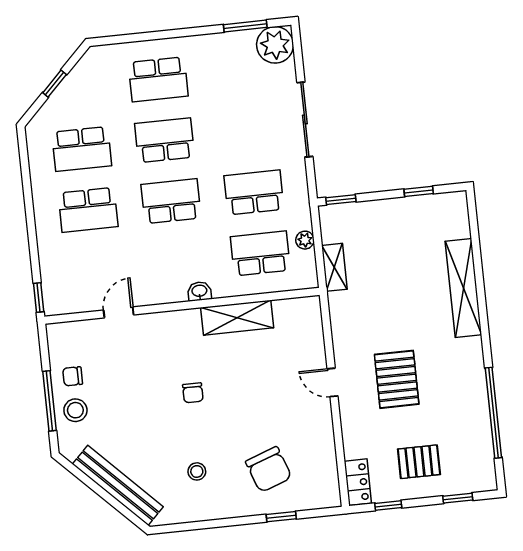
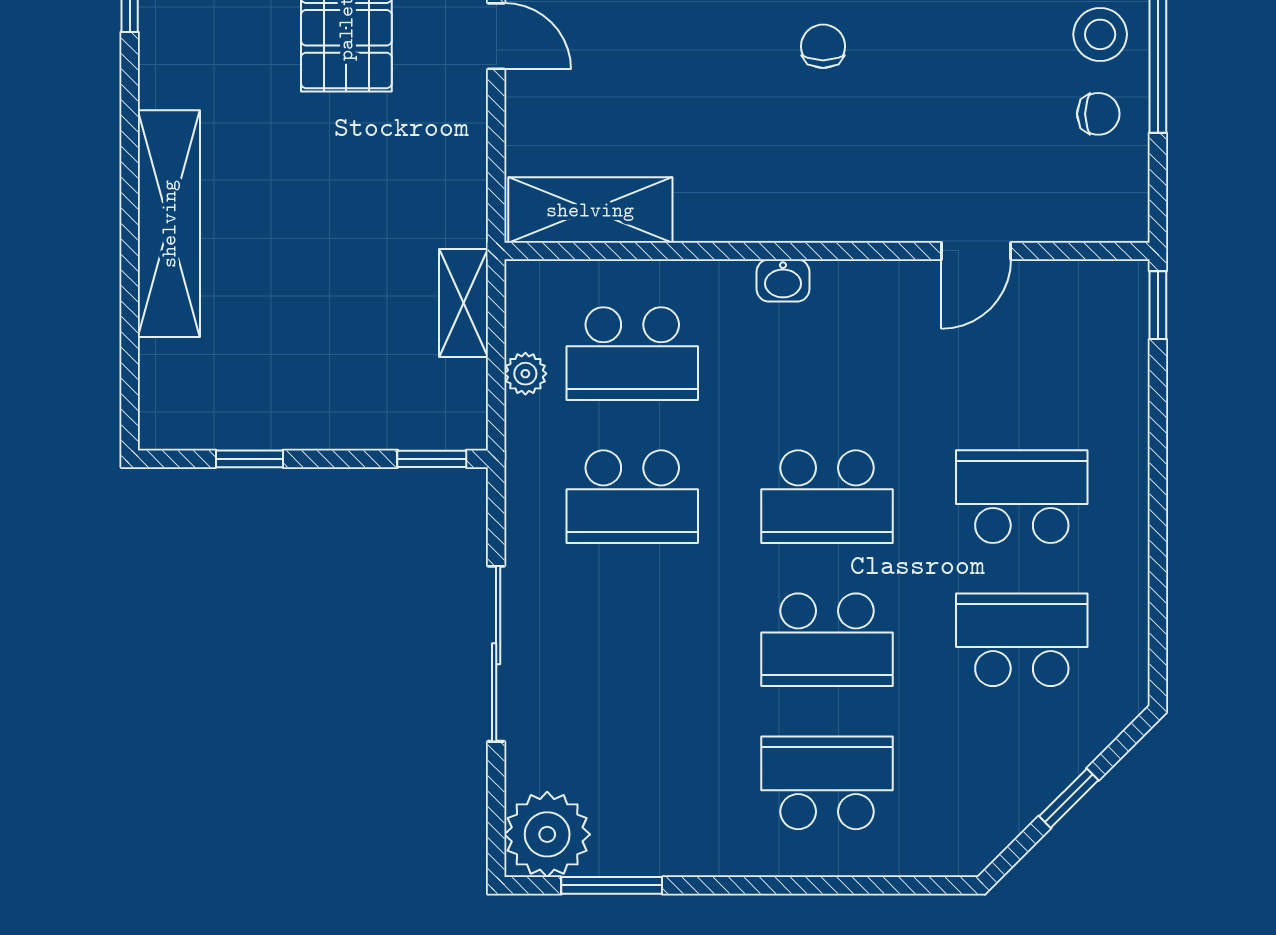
shelving: (237, 318) -> (590, 210), moved

